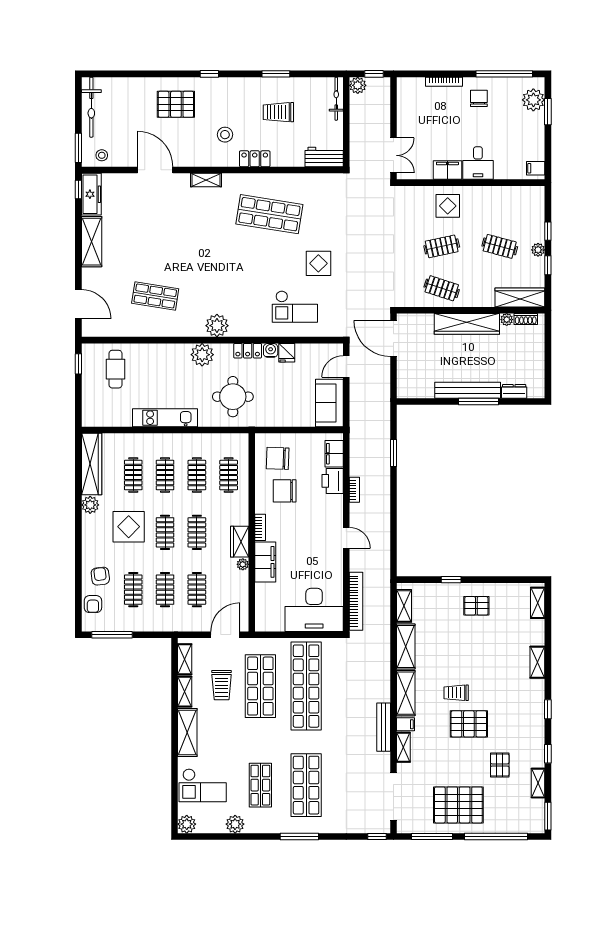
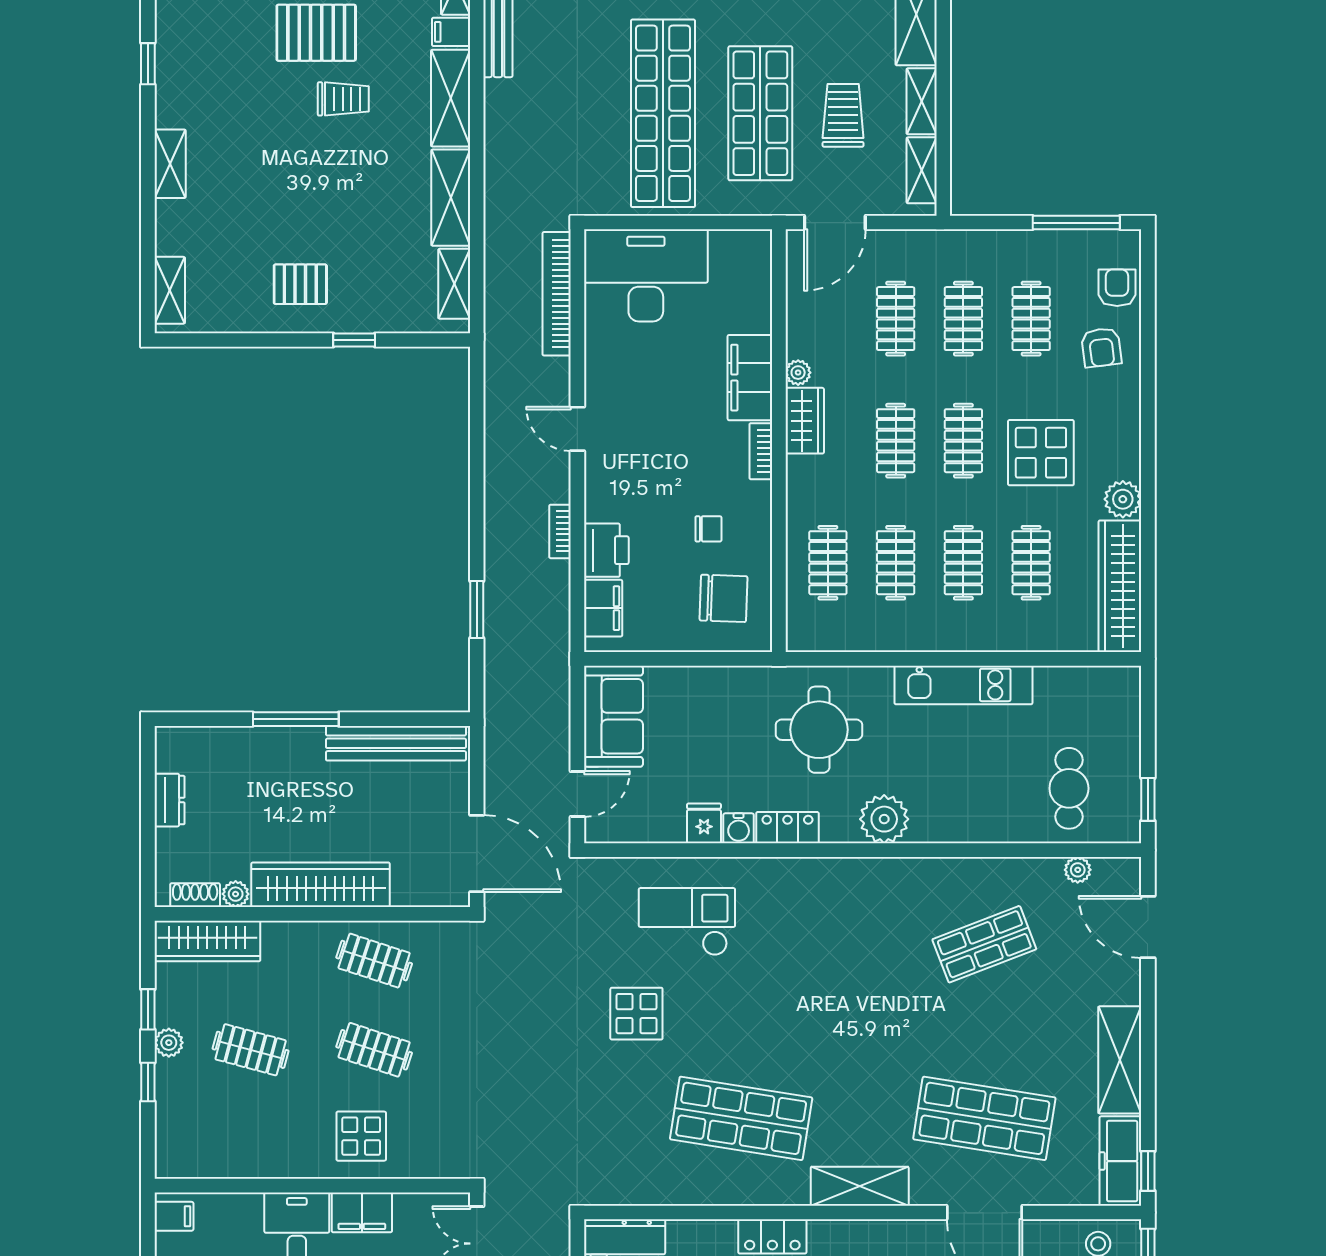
shelving: (206, 180) -> (860, 1186), width x1.50, depth x1.33
shop shelf: (155, 214) -> (984, 1118), added
clothes rail: (442, 246) -> (374, 1050), turned 30
shop shelf: (155, 296) -> (984, 944), turned -30
plant: (217, 326) -> (1078, 870), moved, width x0.53, depth x0.53
bench: (468, 390) -> (396, 743), moved
dresser: (514, 391) -> (169, 800), moved, turned -90
chair: (285, 491) -> (708, 529), width x0.54, depth x0.54

